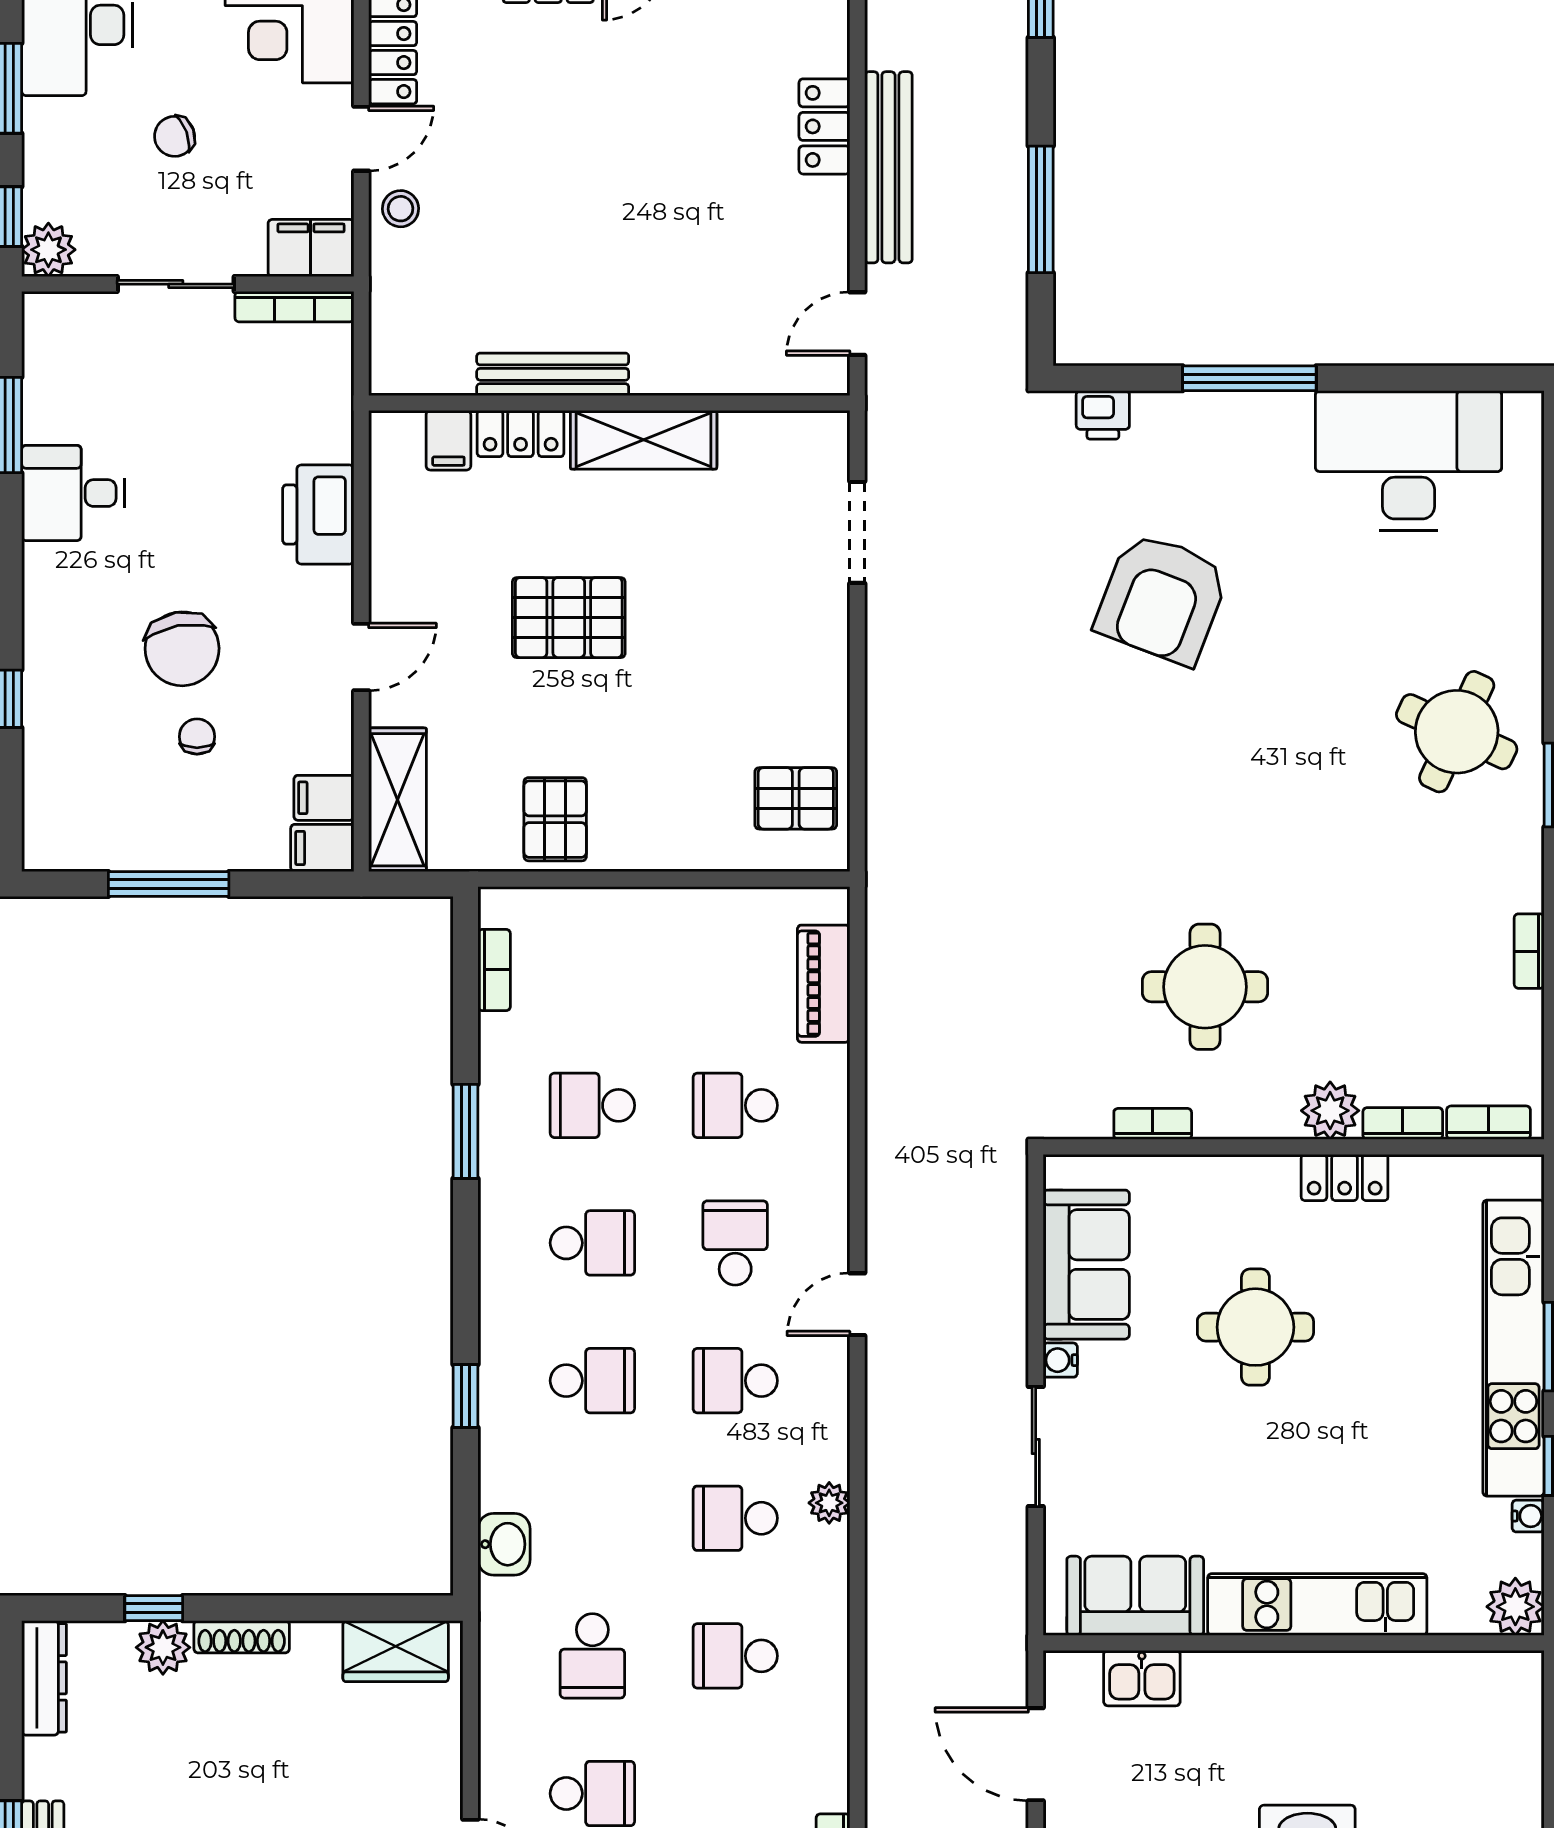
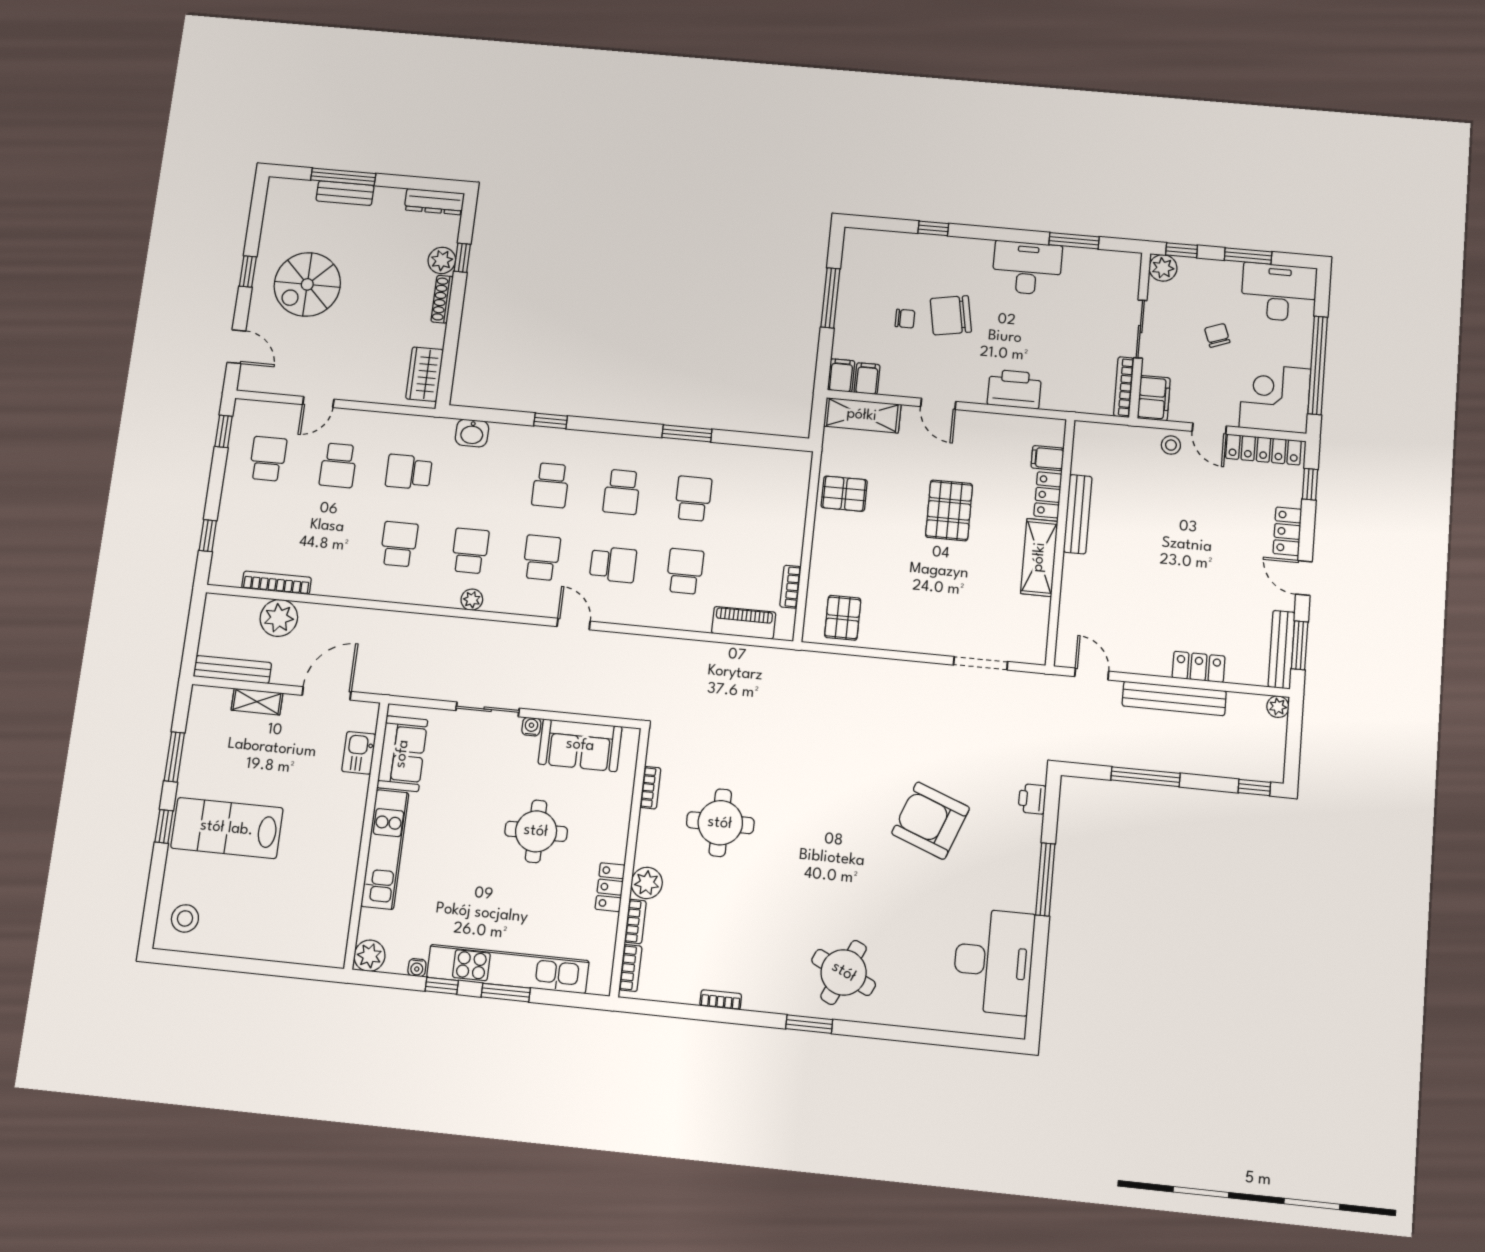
desk: (73, 493) -> (1027, 268), width x1.37
bookcase: (494, 970) -> (790, 587), moved, turned 90

